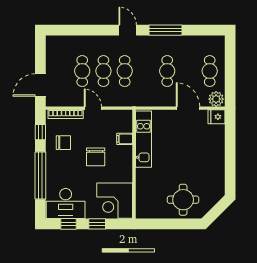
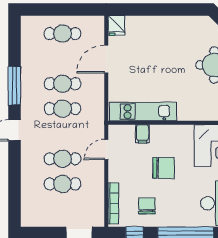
cafe table: (125, 71) -> (62, 109), moved
plant: (216, 99) -> (95, 26), removed
door: (93, 108) -> (106, 149), moved

